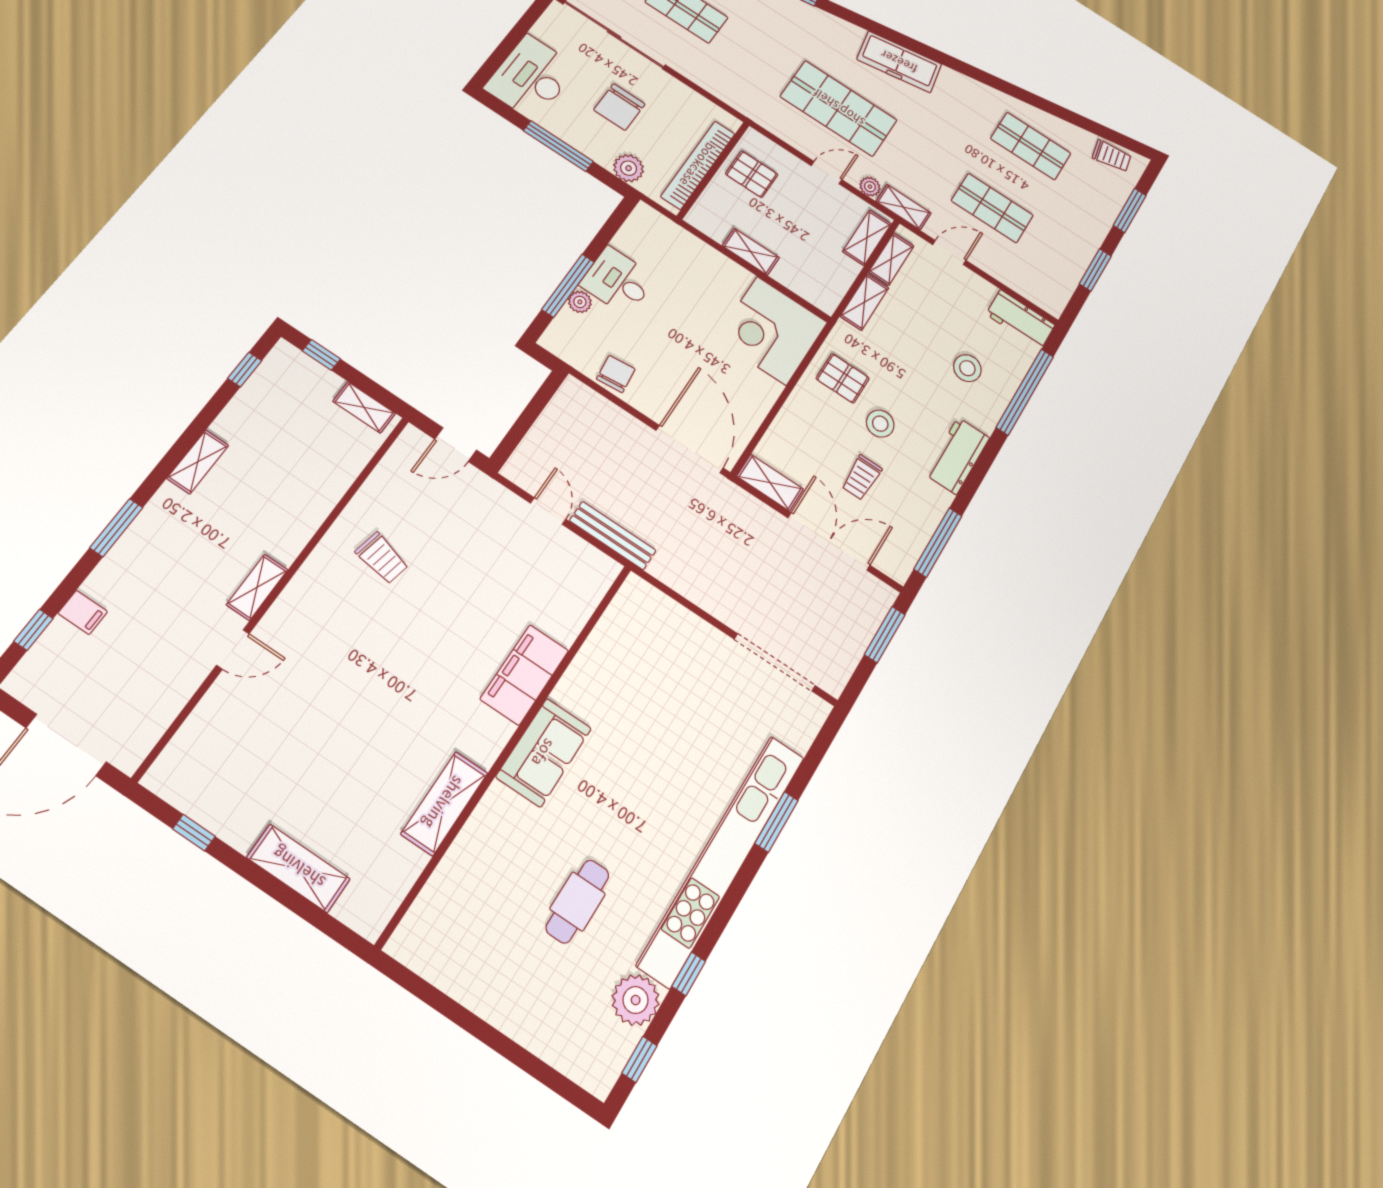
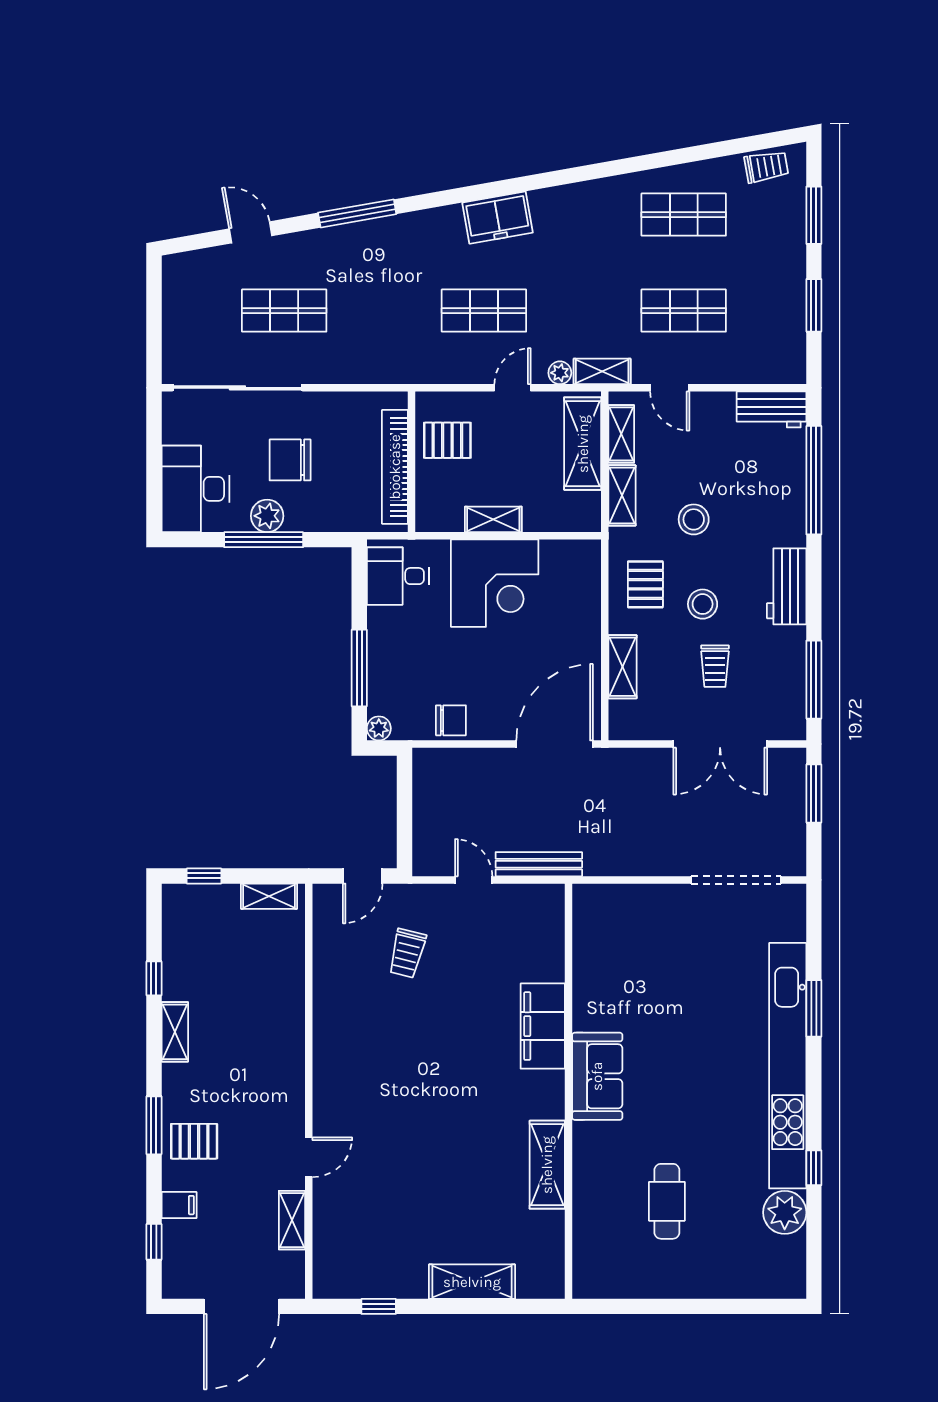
freezer: (899, 62) -> (498, 218), width x0.71
chair: (619, 107) -> (290, 460), turned 90
shop shelf: (839, 108) -> (484, 311), width x0.70, depth x0.74
plant: (629, 168) -> (267, 516), moved
shelving: (867, 238) -> (583, 444), width x1.50, depth x1.33
door: (949, 253) -> (670, 388), swing flipped
desk: (618, 281) -> (398, 576), moved
plant: (580, 302) -> (379, 728), moved
corner desk: (772, 331) -> (495, 583), moved, turned -90
stool: (967, 368) -> (694, 519), moved
window: (245, 369) -> (154, 978), moved
chair: (616, 374) -> (451, 720), turned 96
pallet: (843, 378) -> (645, 584), turned 90
door: (690, 449) -> (555, 744), hinge flipped
shelving: (770, 483) -> (623, 667), moved, turned 90
double door: (829, 541) -> (720, 744), swing flipped
trolley: (382, 558) -> (407, 953), moved, turned 92
pallet: (141, 565) -> (194, 1141), added
shelving: (257, 587) -> (292, 1220), moved
cafe table: (578, 901) -> (667, 1201), moved
window: (639, 1059) -> (814, 1252), removed

